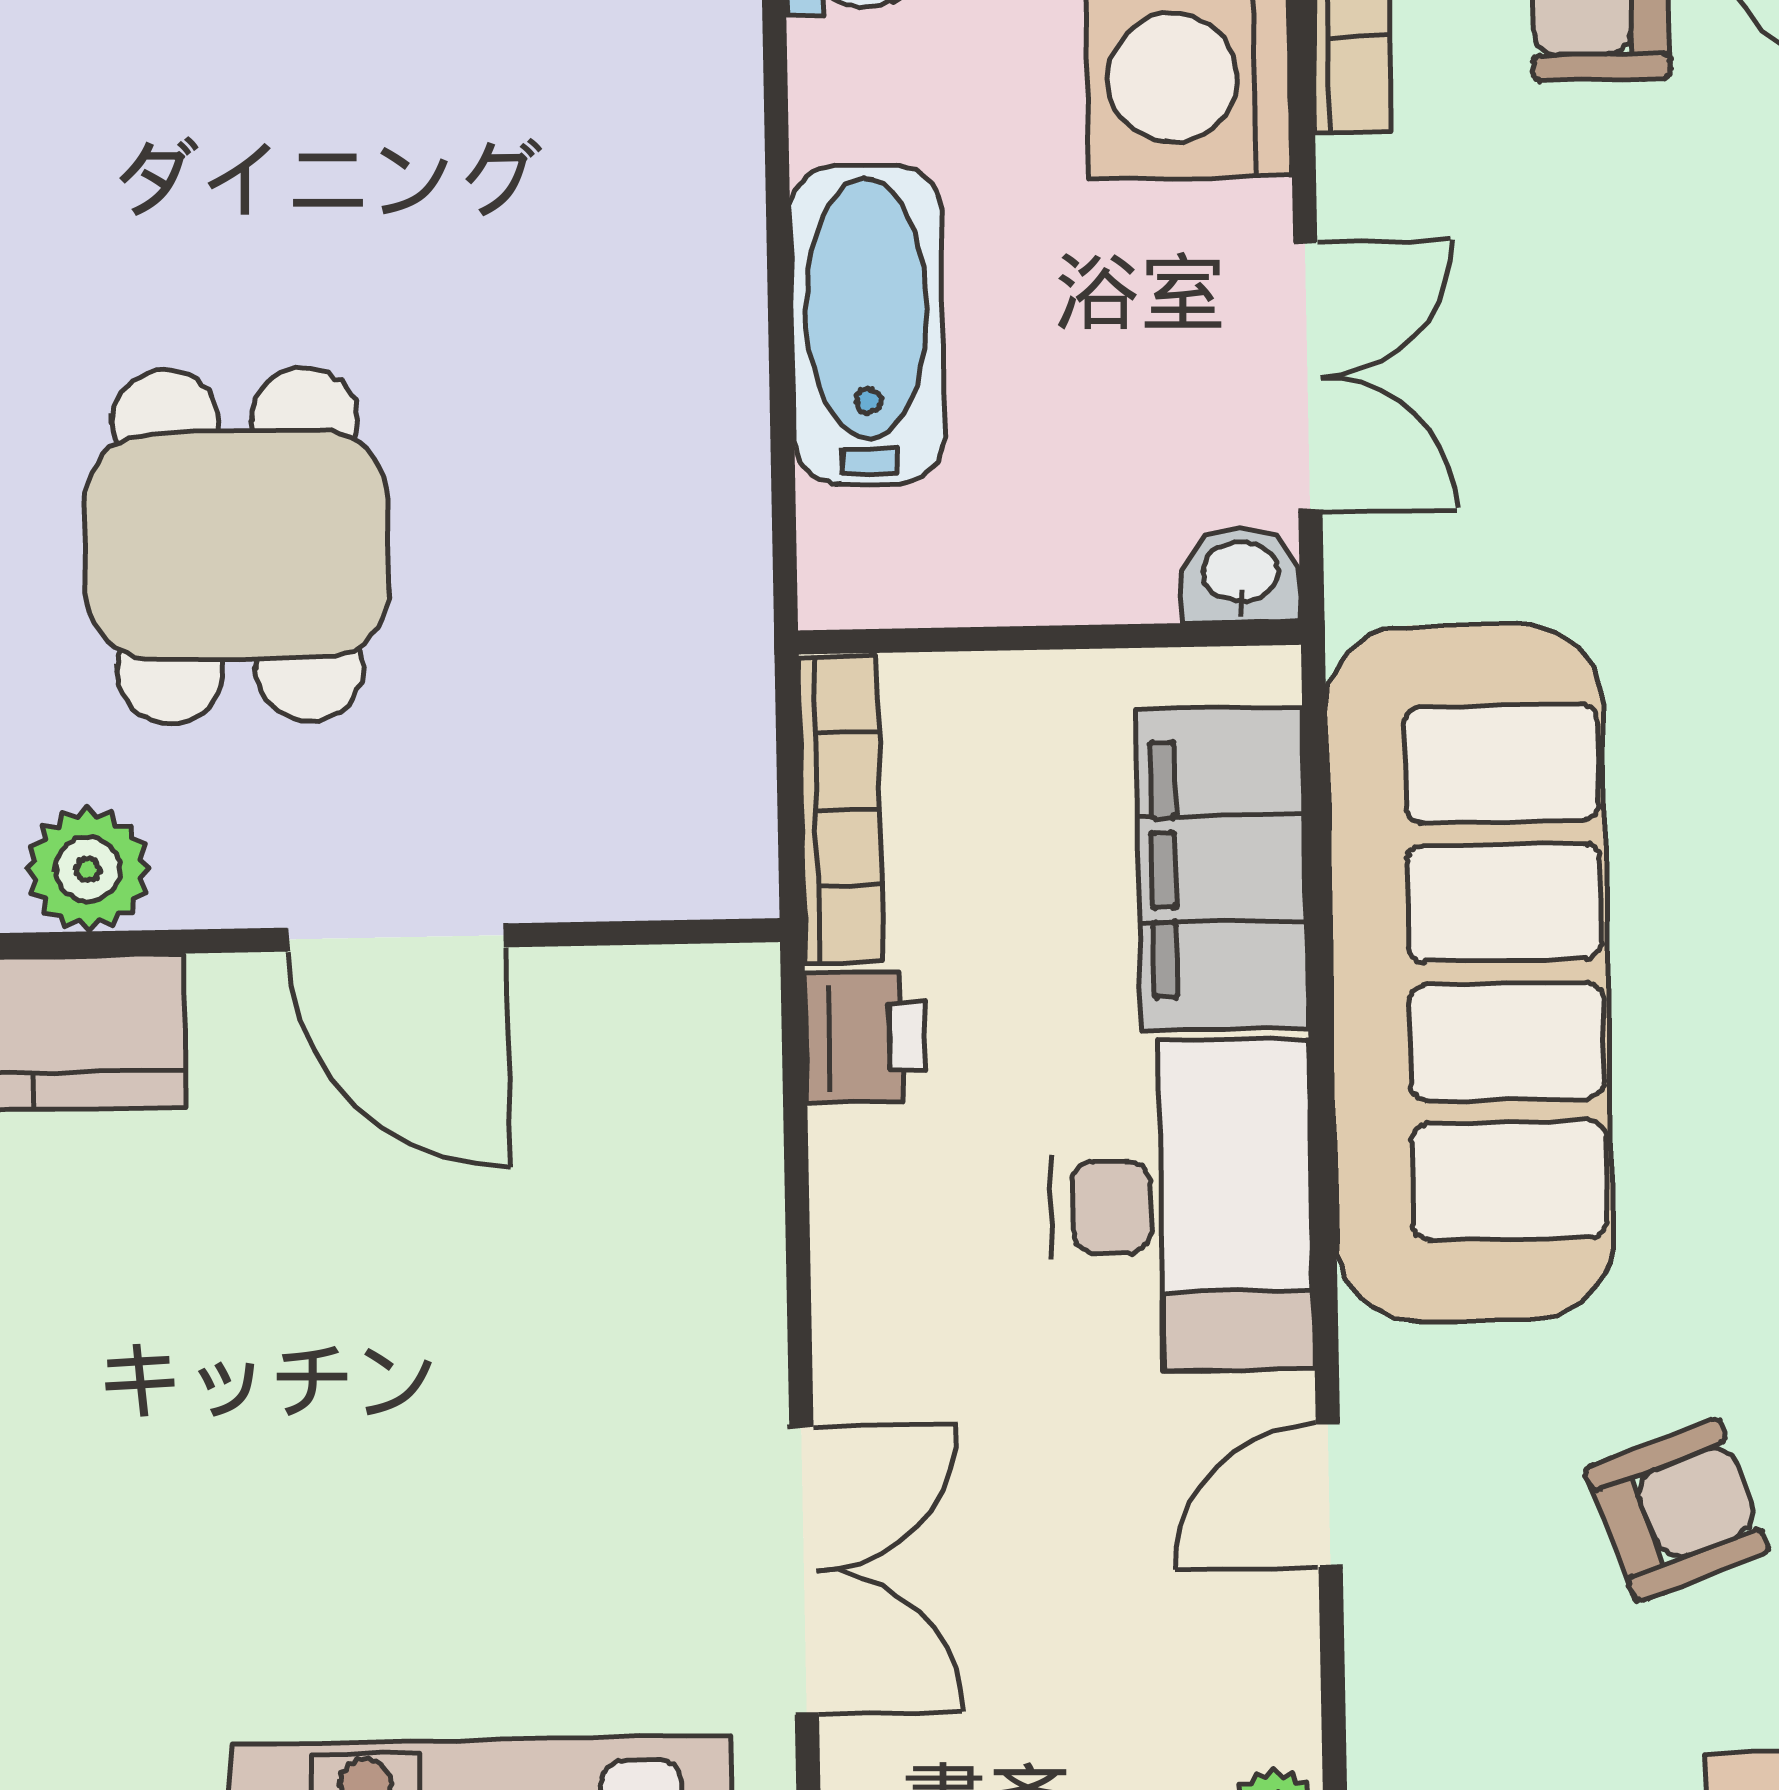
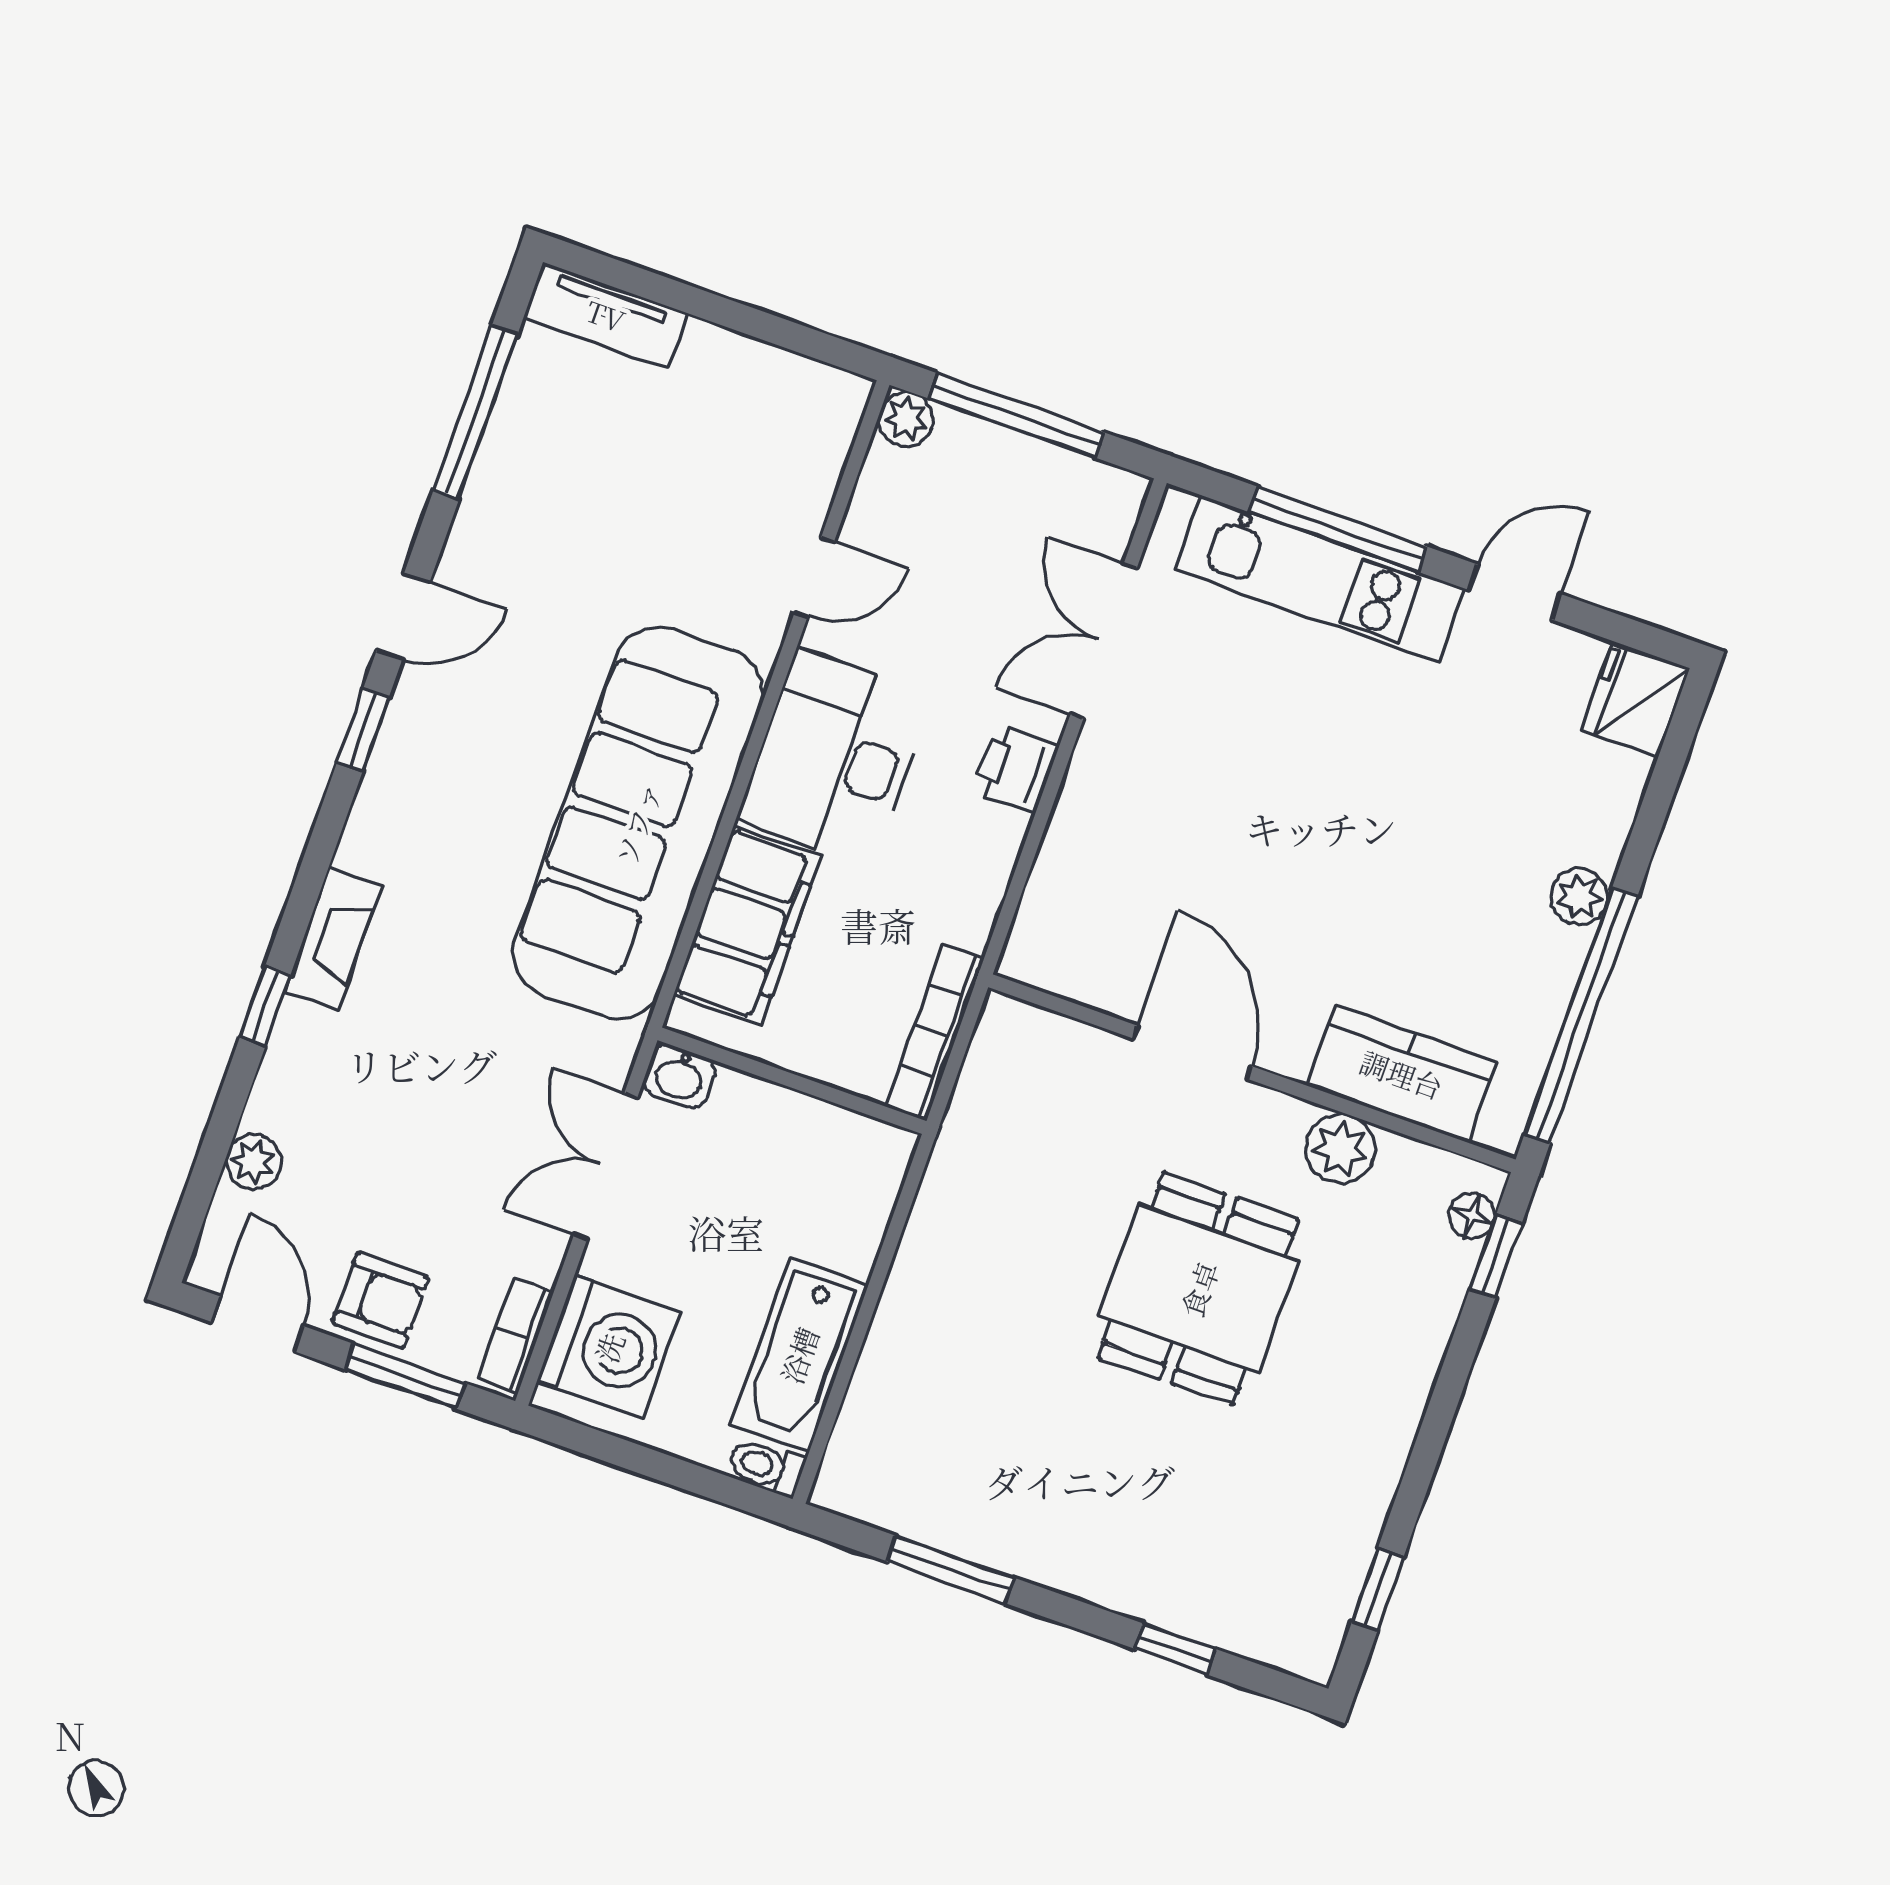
bathtub: (867, 325) -> (799, 1355), moved
printer: (866, 1037) -> (1016, 769), moved
armchair: (1677, 1510) -> (635, 501), removed

